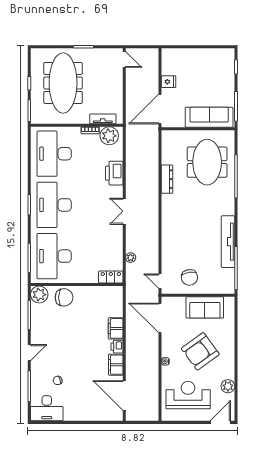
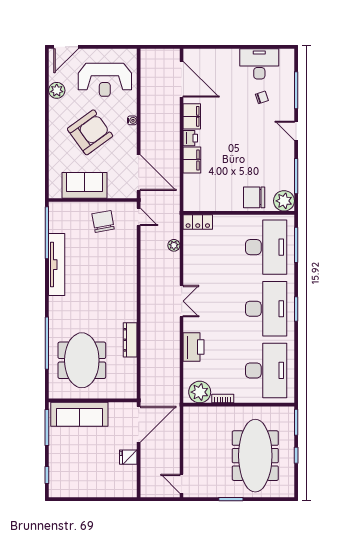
tv unit: (103, 119) -> (207, 412), removed
door: (29, 353) -> (296, 131), hinge flipped
desk: (47, 408) -> (259, 64), moved

